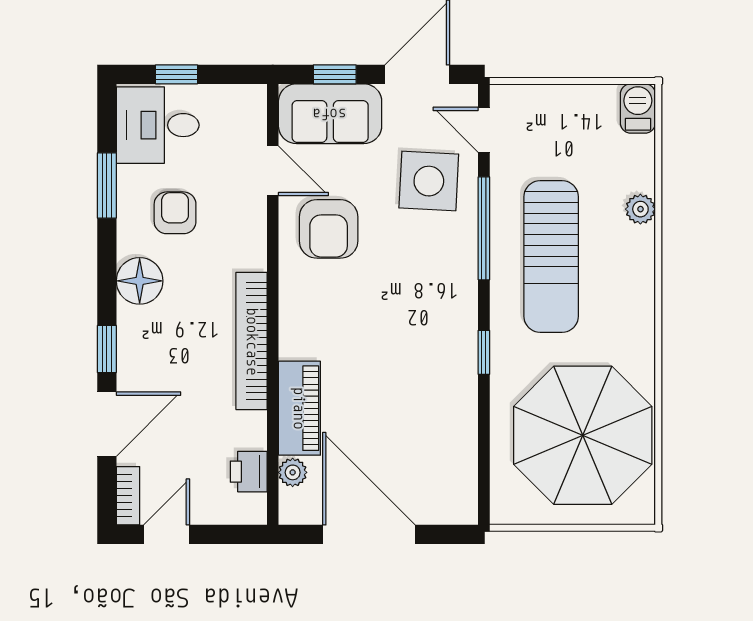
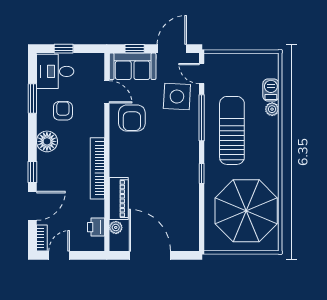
barbecue: (638, 109) -> (271, 90), moved
sun lounger: (551, 256) -> (232, 130), turned 180

